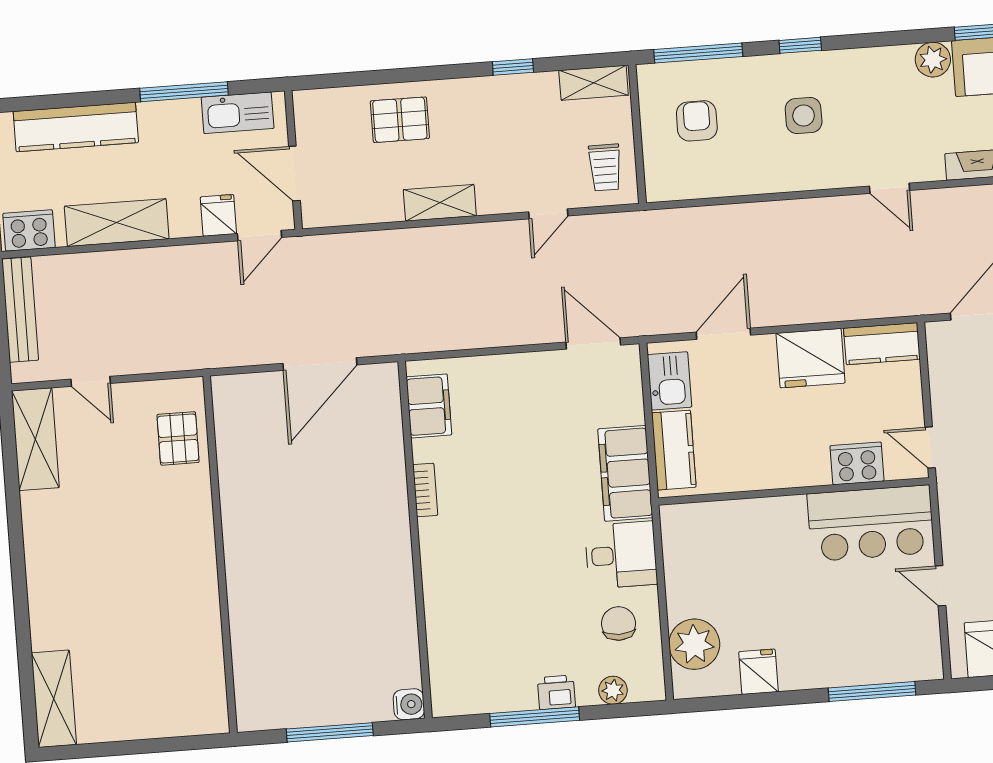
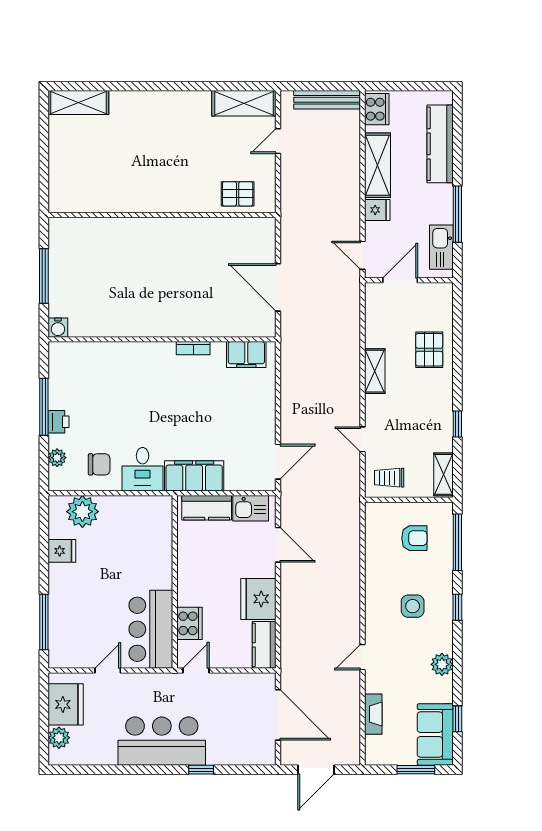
plant: (933, 60) -> (442, 664), moved
fridge: (218, 215) -> (377, 210), moved

